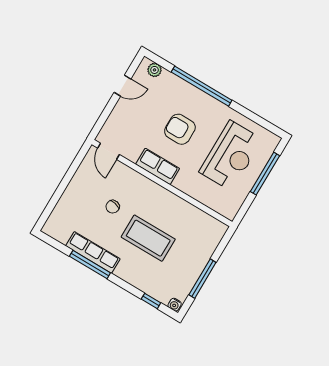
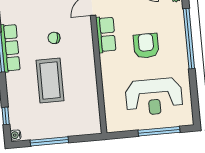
row of seats: (158, 166) -> (106, 35), moved

